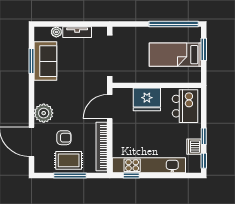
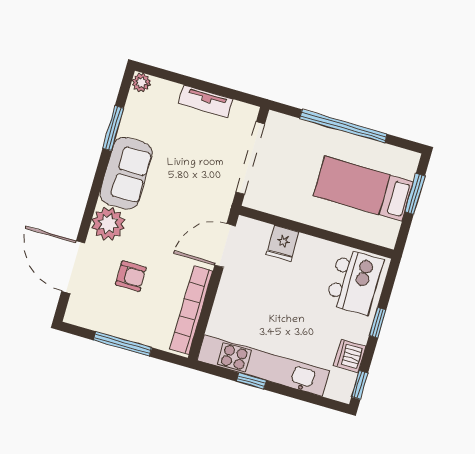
window: (174, 24) -> (343, 126), moved
plant: (56, 32) -> (141, 82), moved
sofa: (45, 61) -> (126, 173), moved
fridge: (147, 99) -> (283, 243), width x0.53, depth x0.75
window: (204, 136) -> (378, 323), moved
rug: (69, 160) -> (128, 317), removed
window: (131, 175) -> (251, 381), moved

